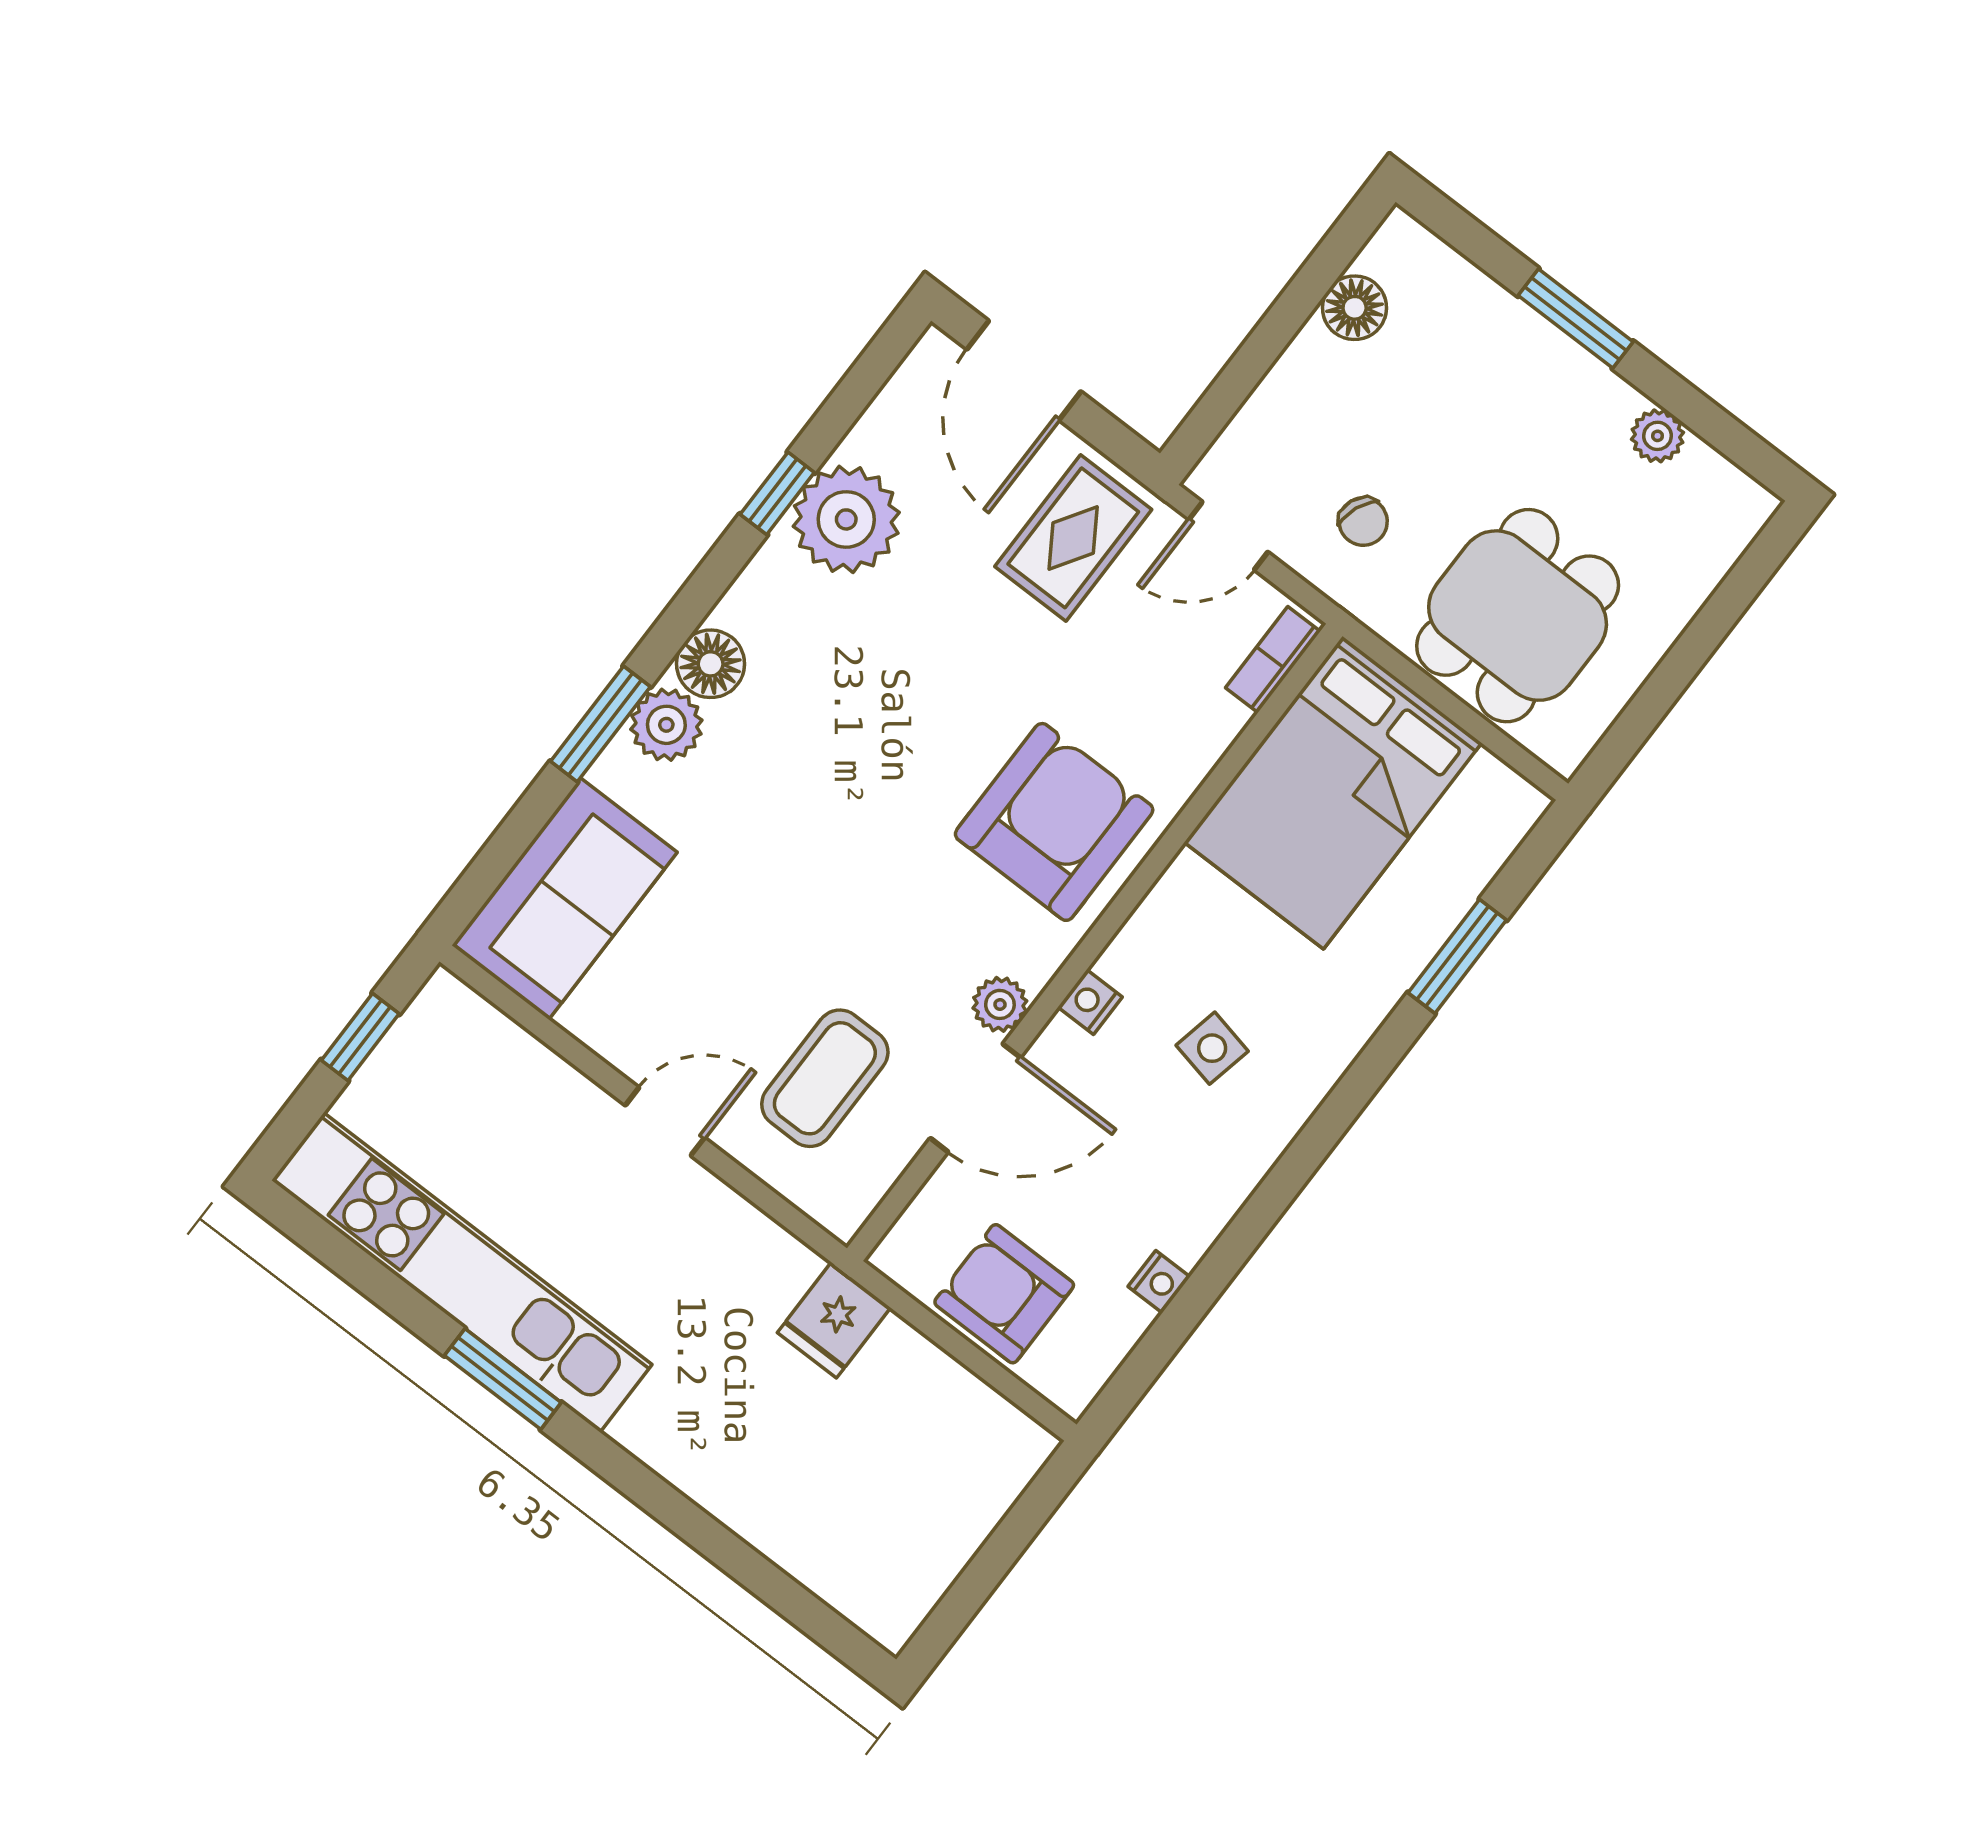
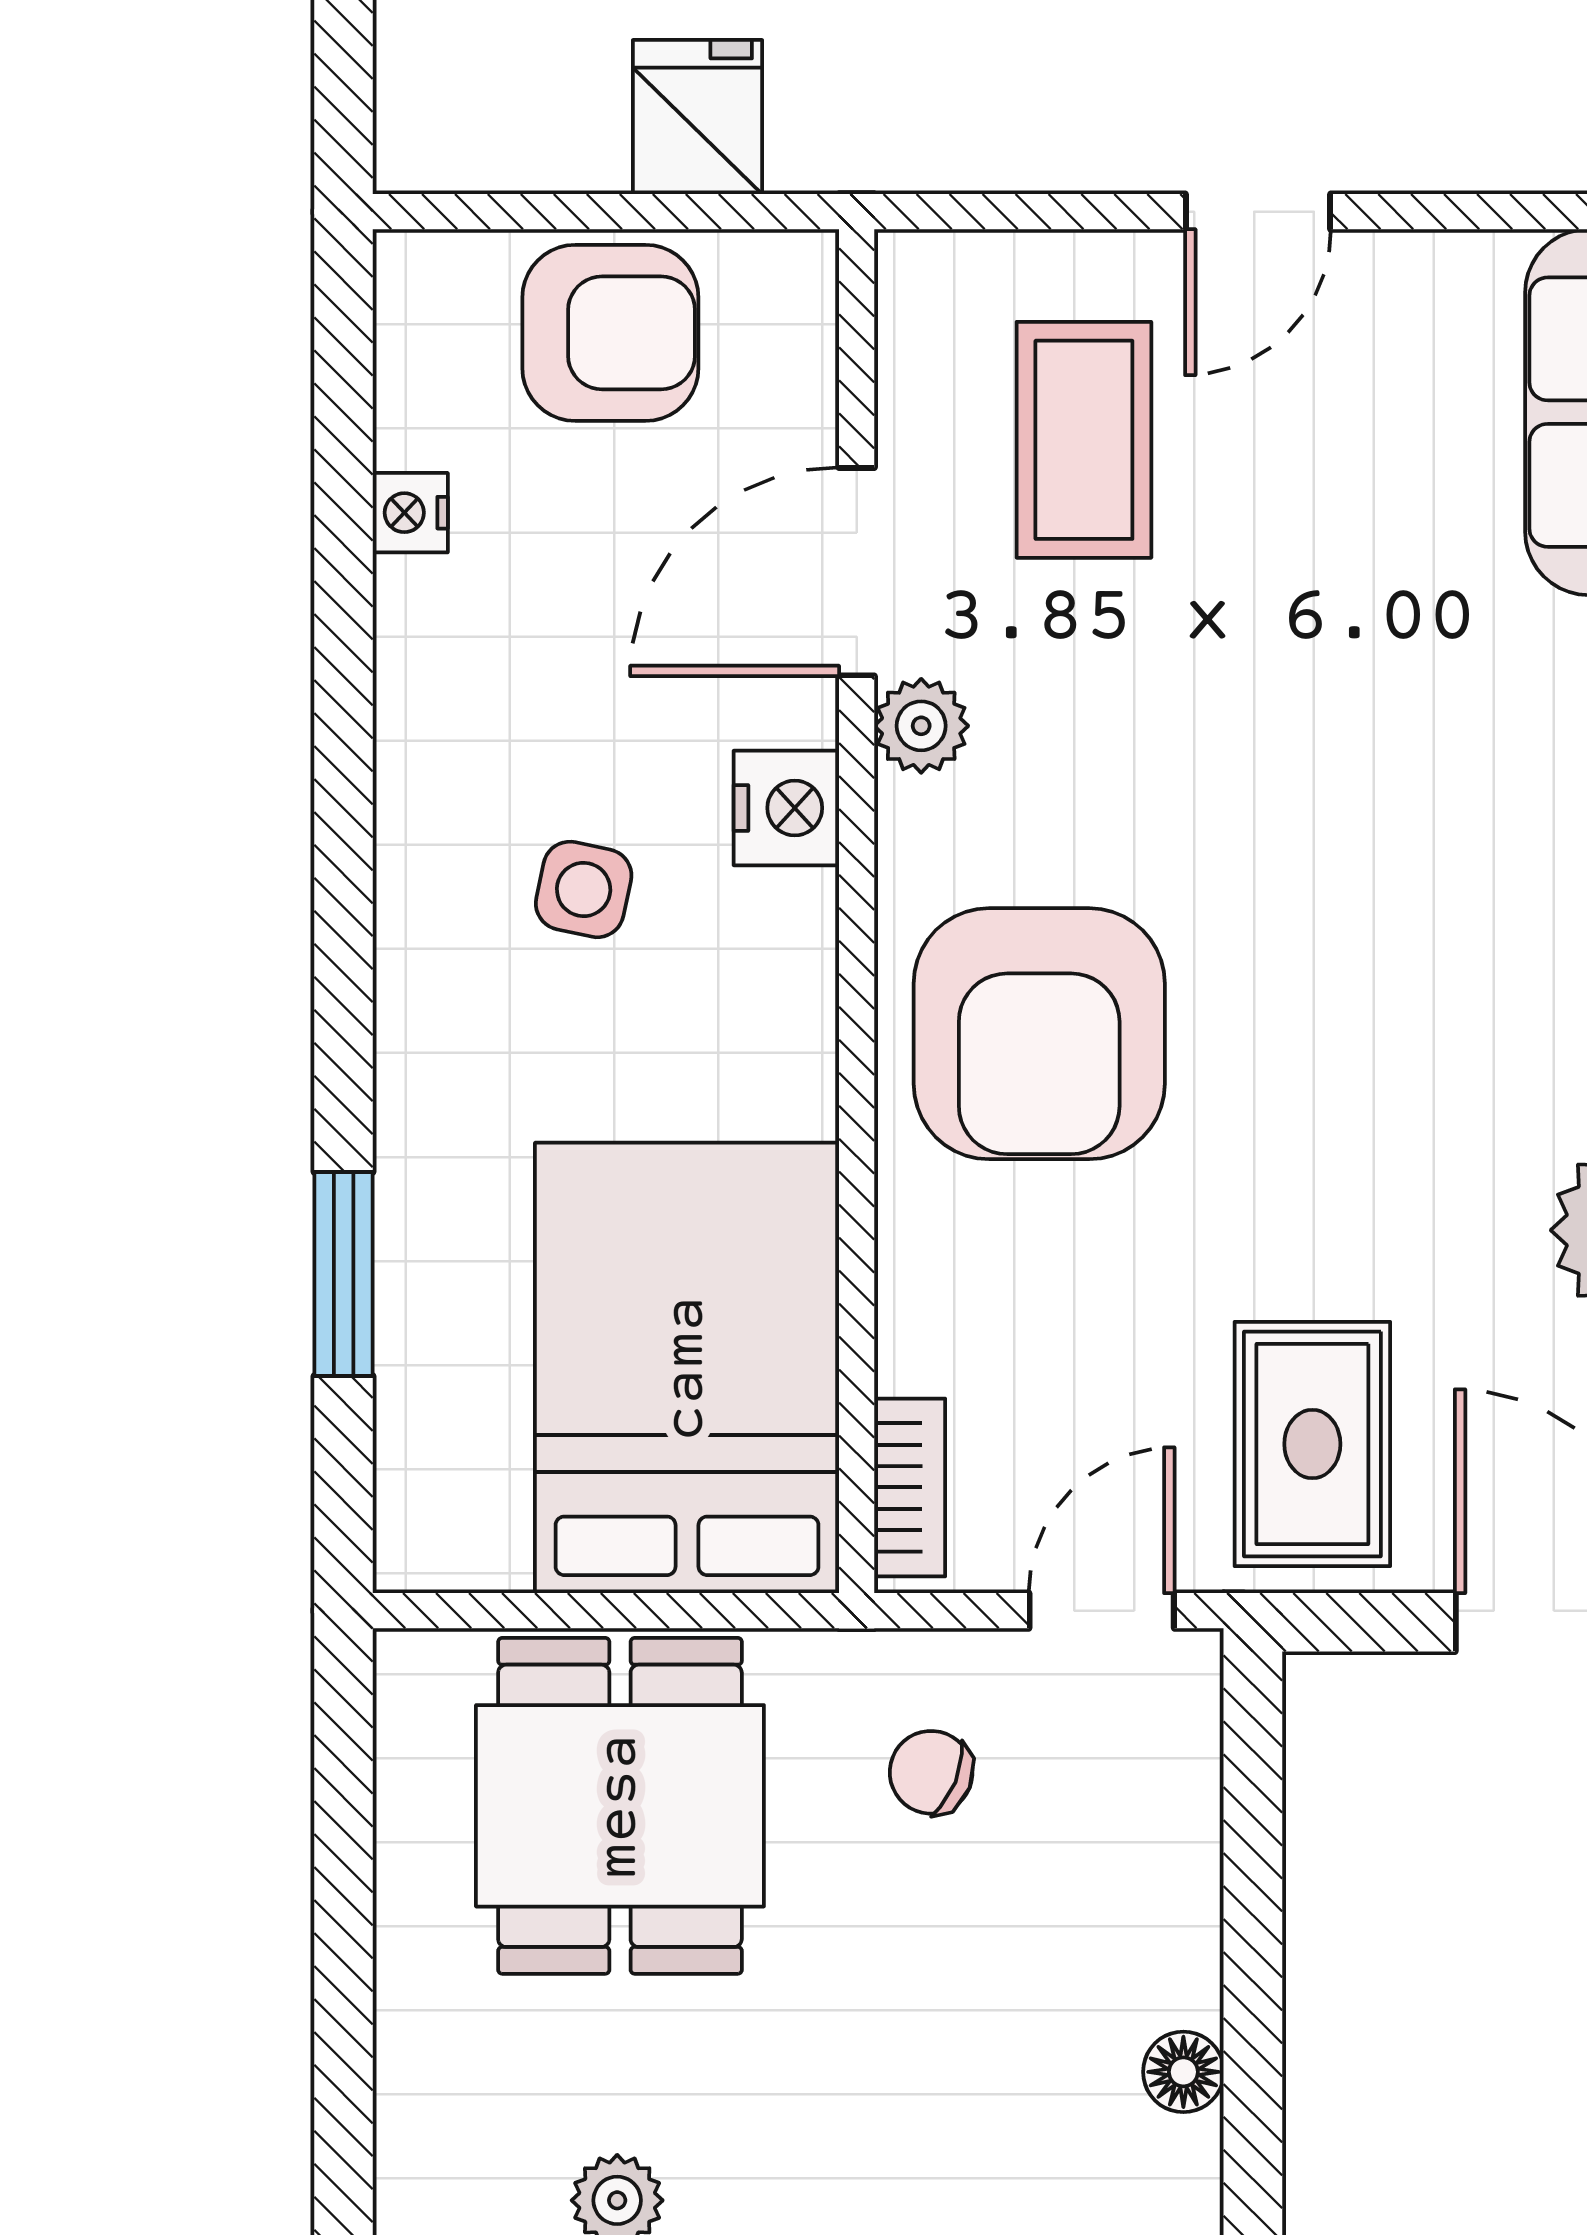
floor lamp: (1355, 308) -> (1183, 2072), width x0.73, depth x0.73
nightstand: (1090, 1002) -> (786, 808), width x1.39, depth x1.35
fridge: (834, 1320) -> (698, 117), moved

